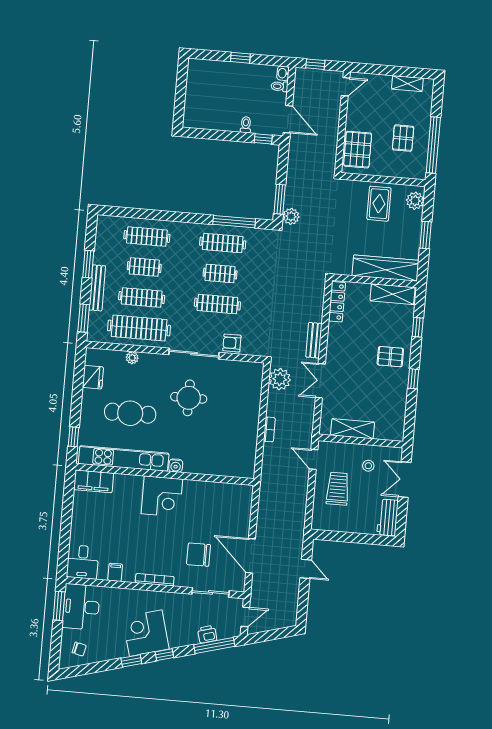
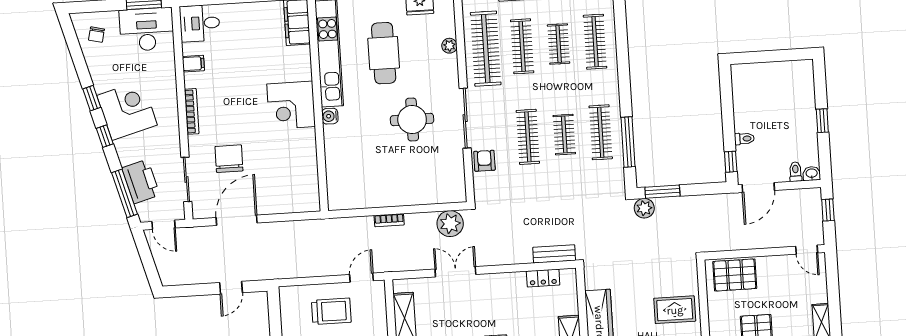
locker: (337, 302) -> (543, 278), width x0.66
bench: (314, 340) -> (554, 254), moved
printer: (207, 634) -> (141, 181), width x1.87, depth x1.48

